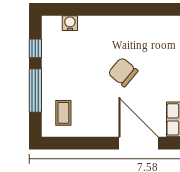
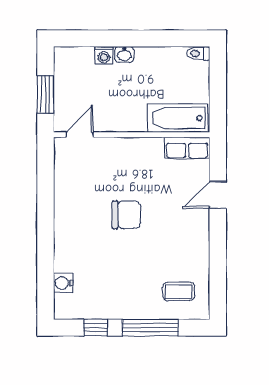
chair: (123, 72) -> (126, 215), turned -130
door: (138, 143) -> (218, 195), width x0.53

